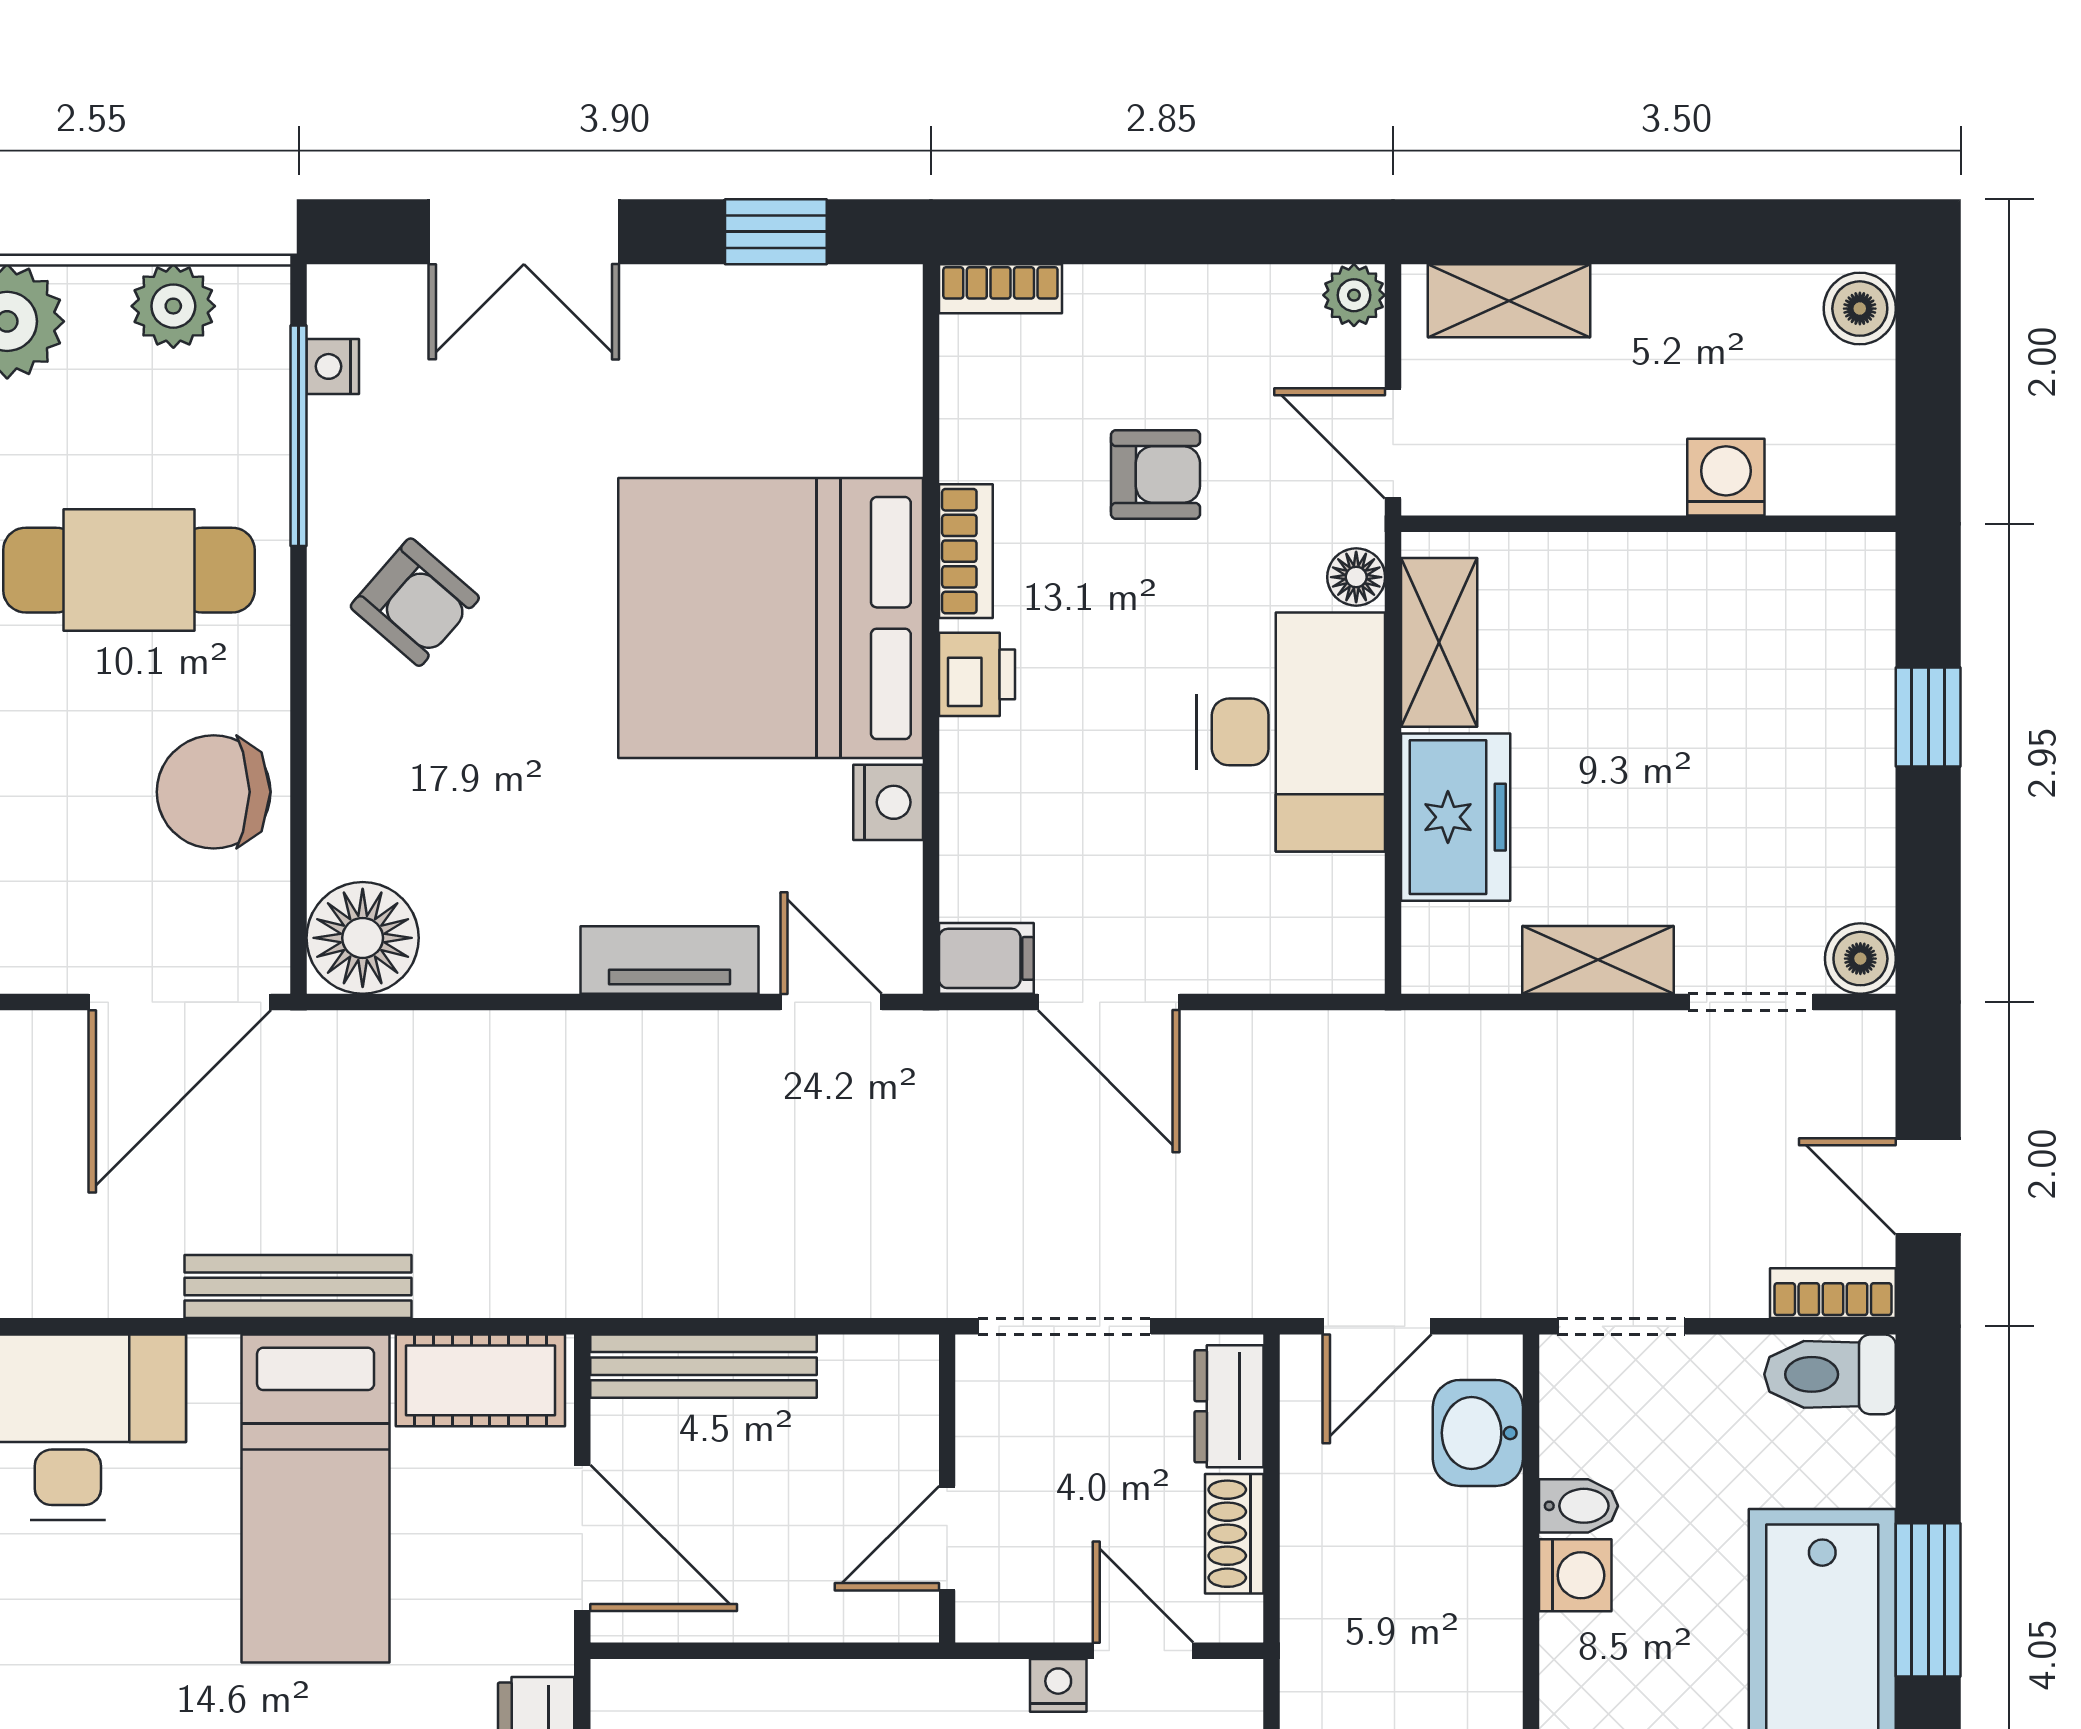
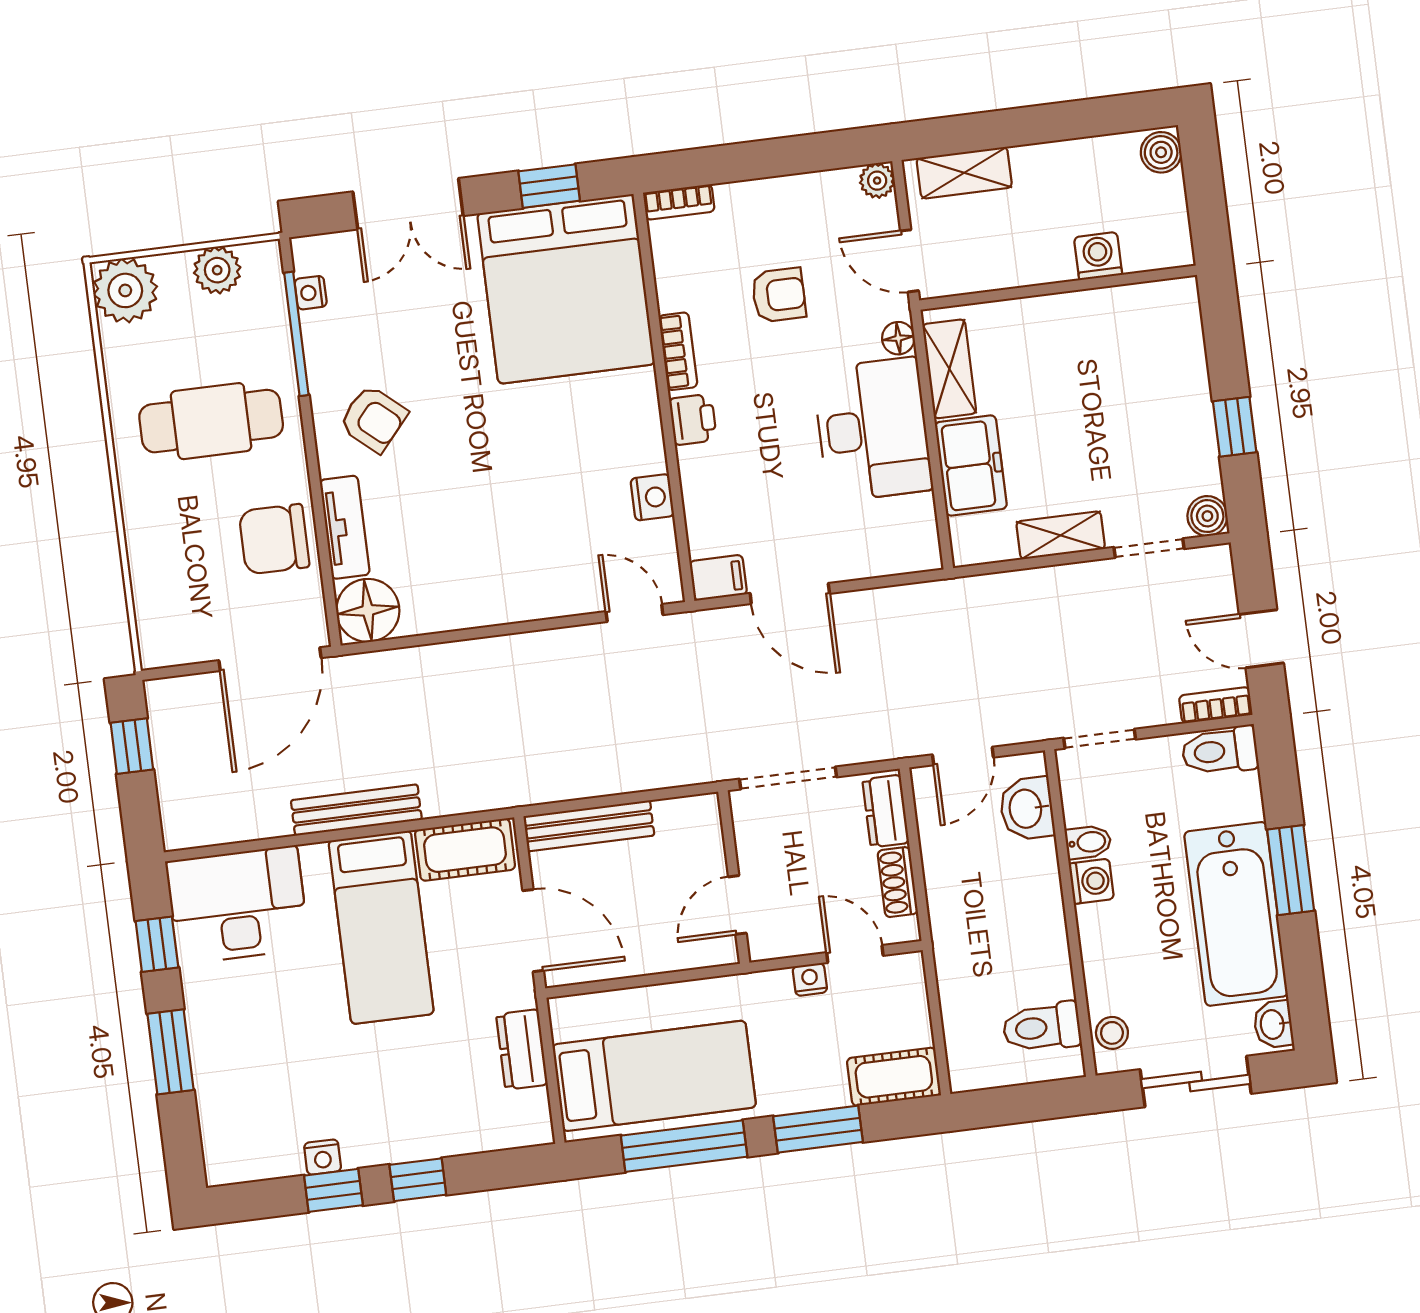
bed: (771, 618) -> (566, 289), moved, turned -90
window: (1928, 717) -> (1235, 427), moved
tv unit: (670, 960) -> (345, 527), moved, turned 90

